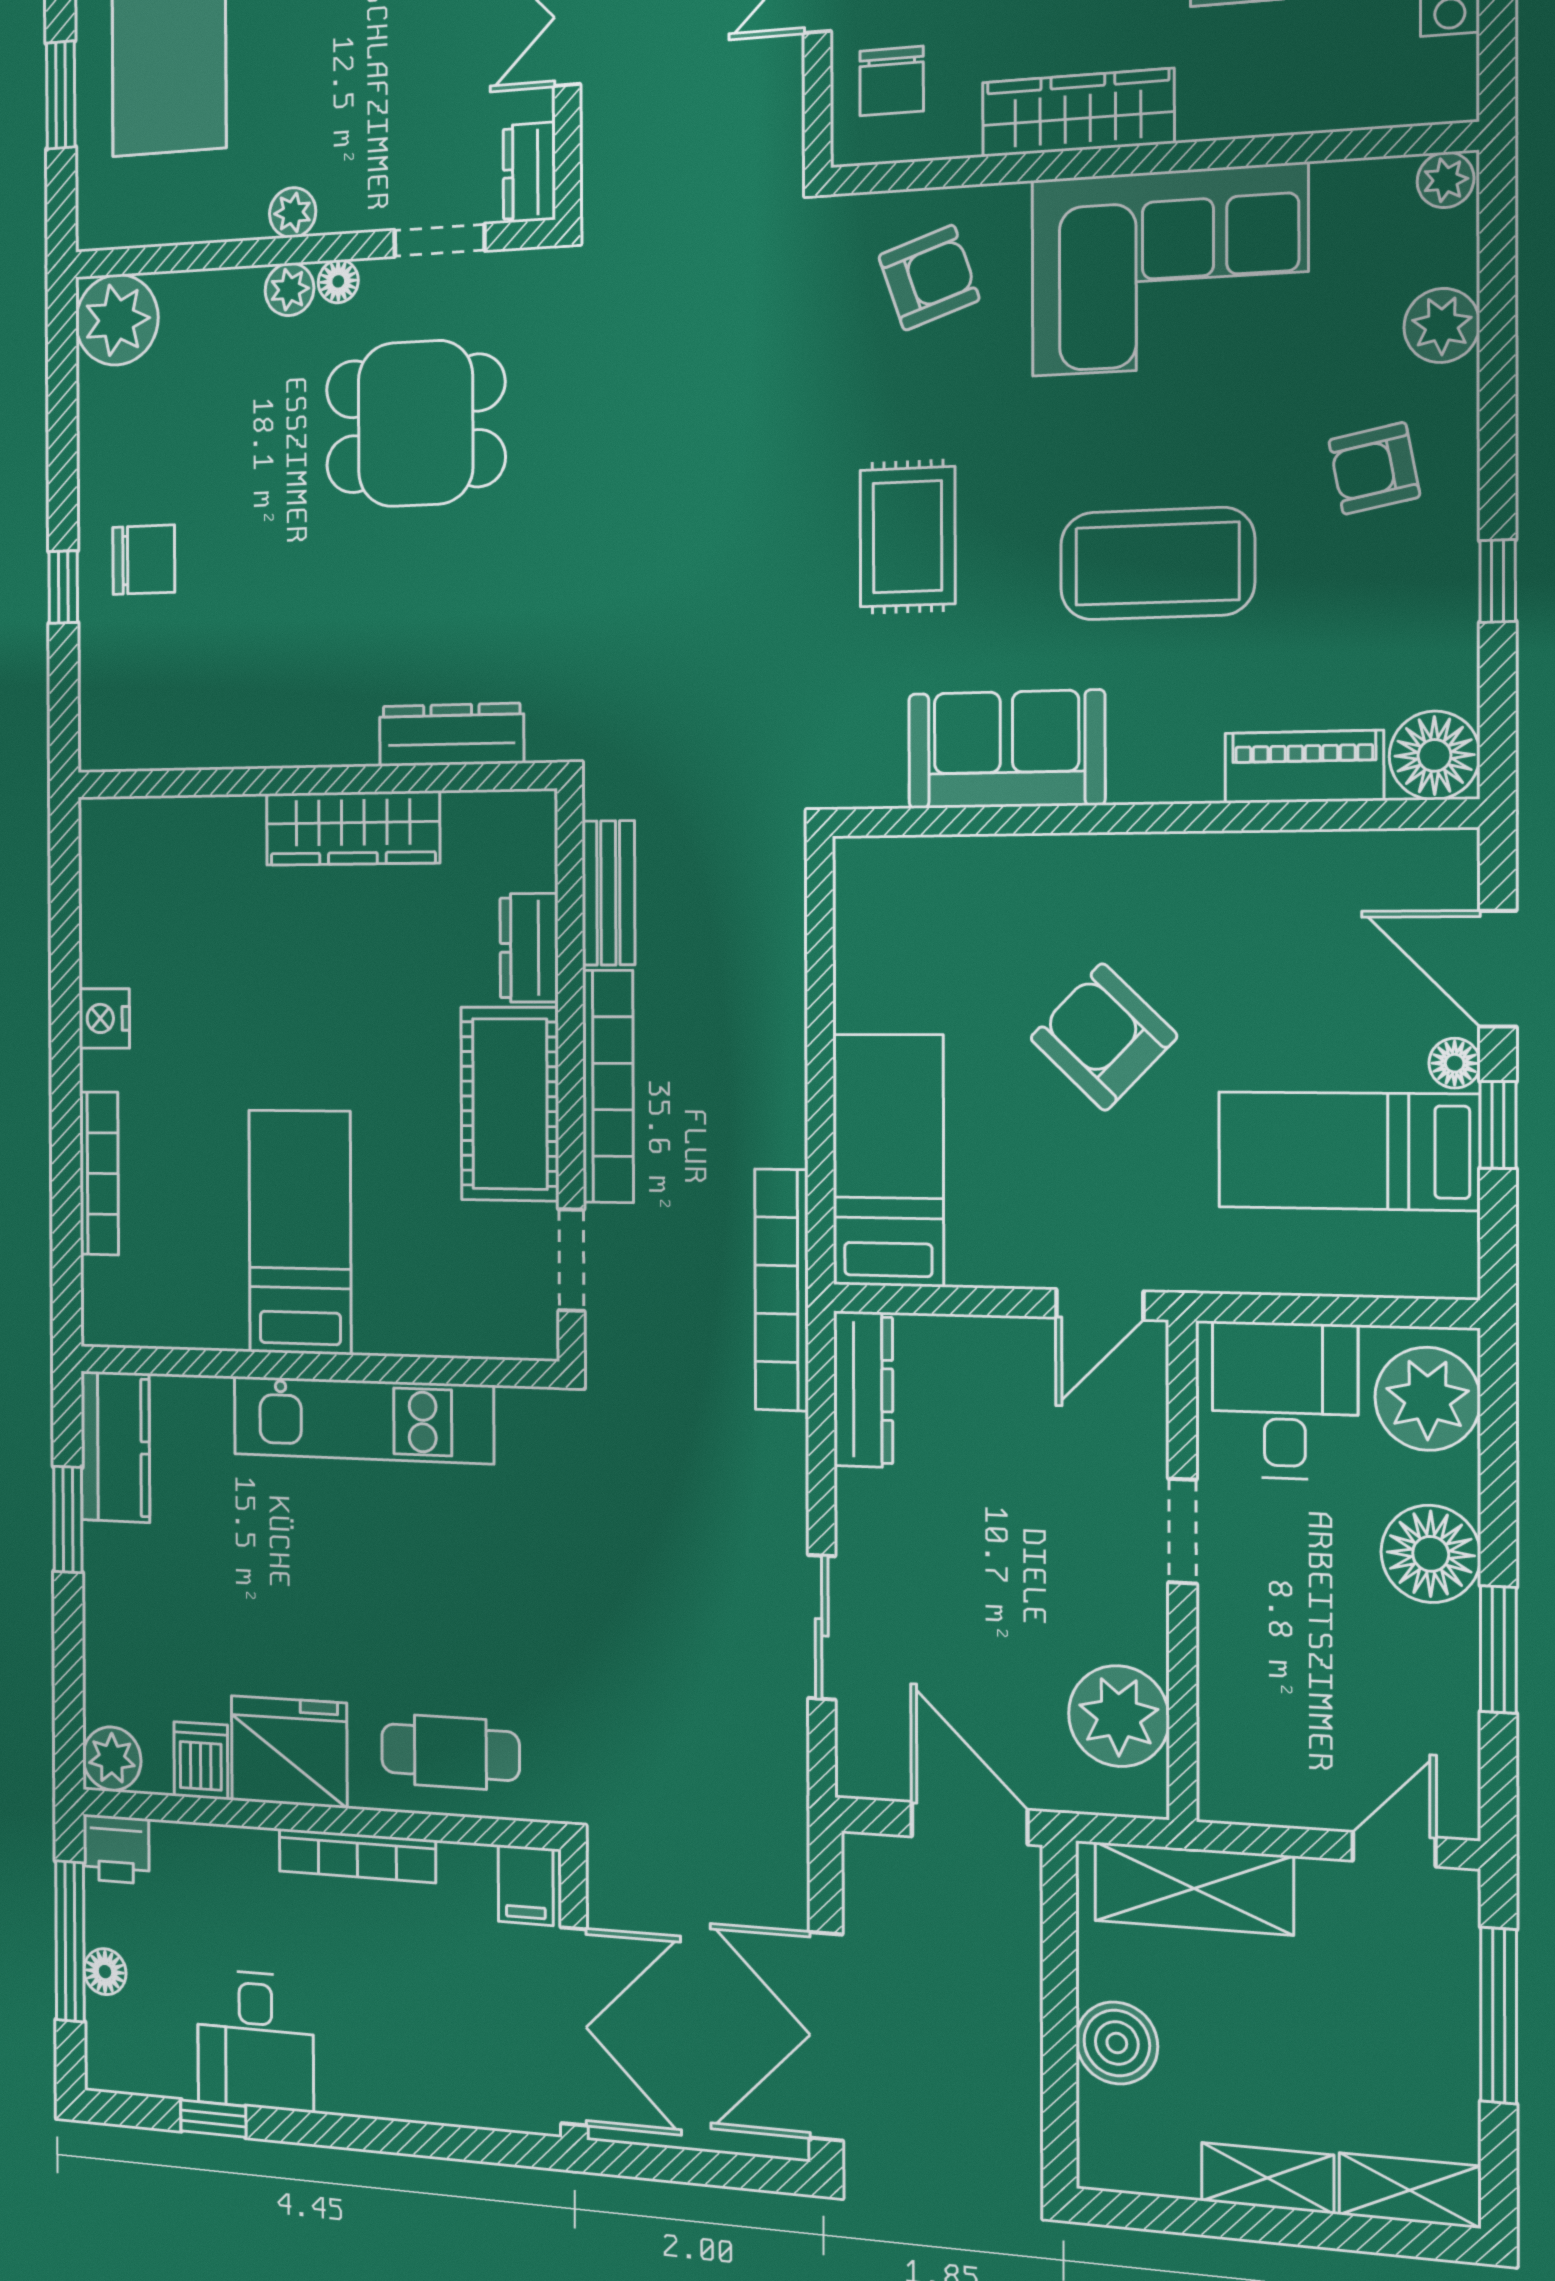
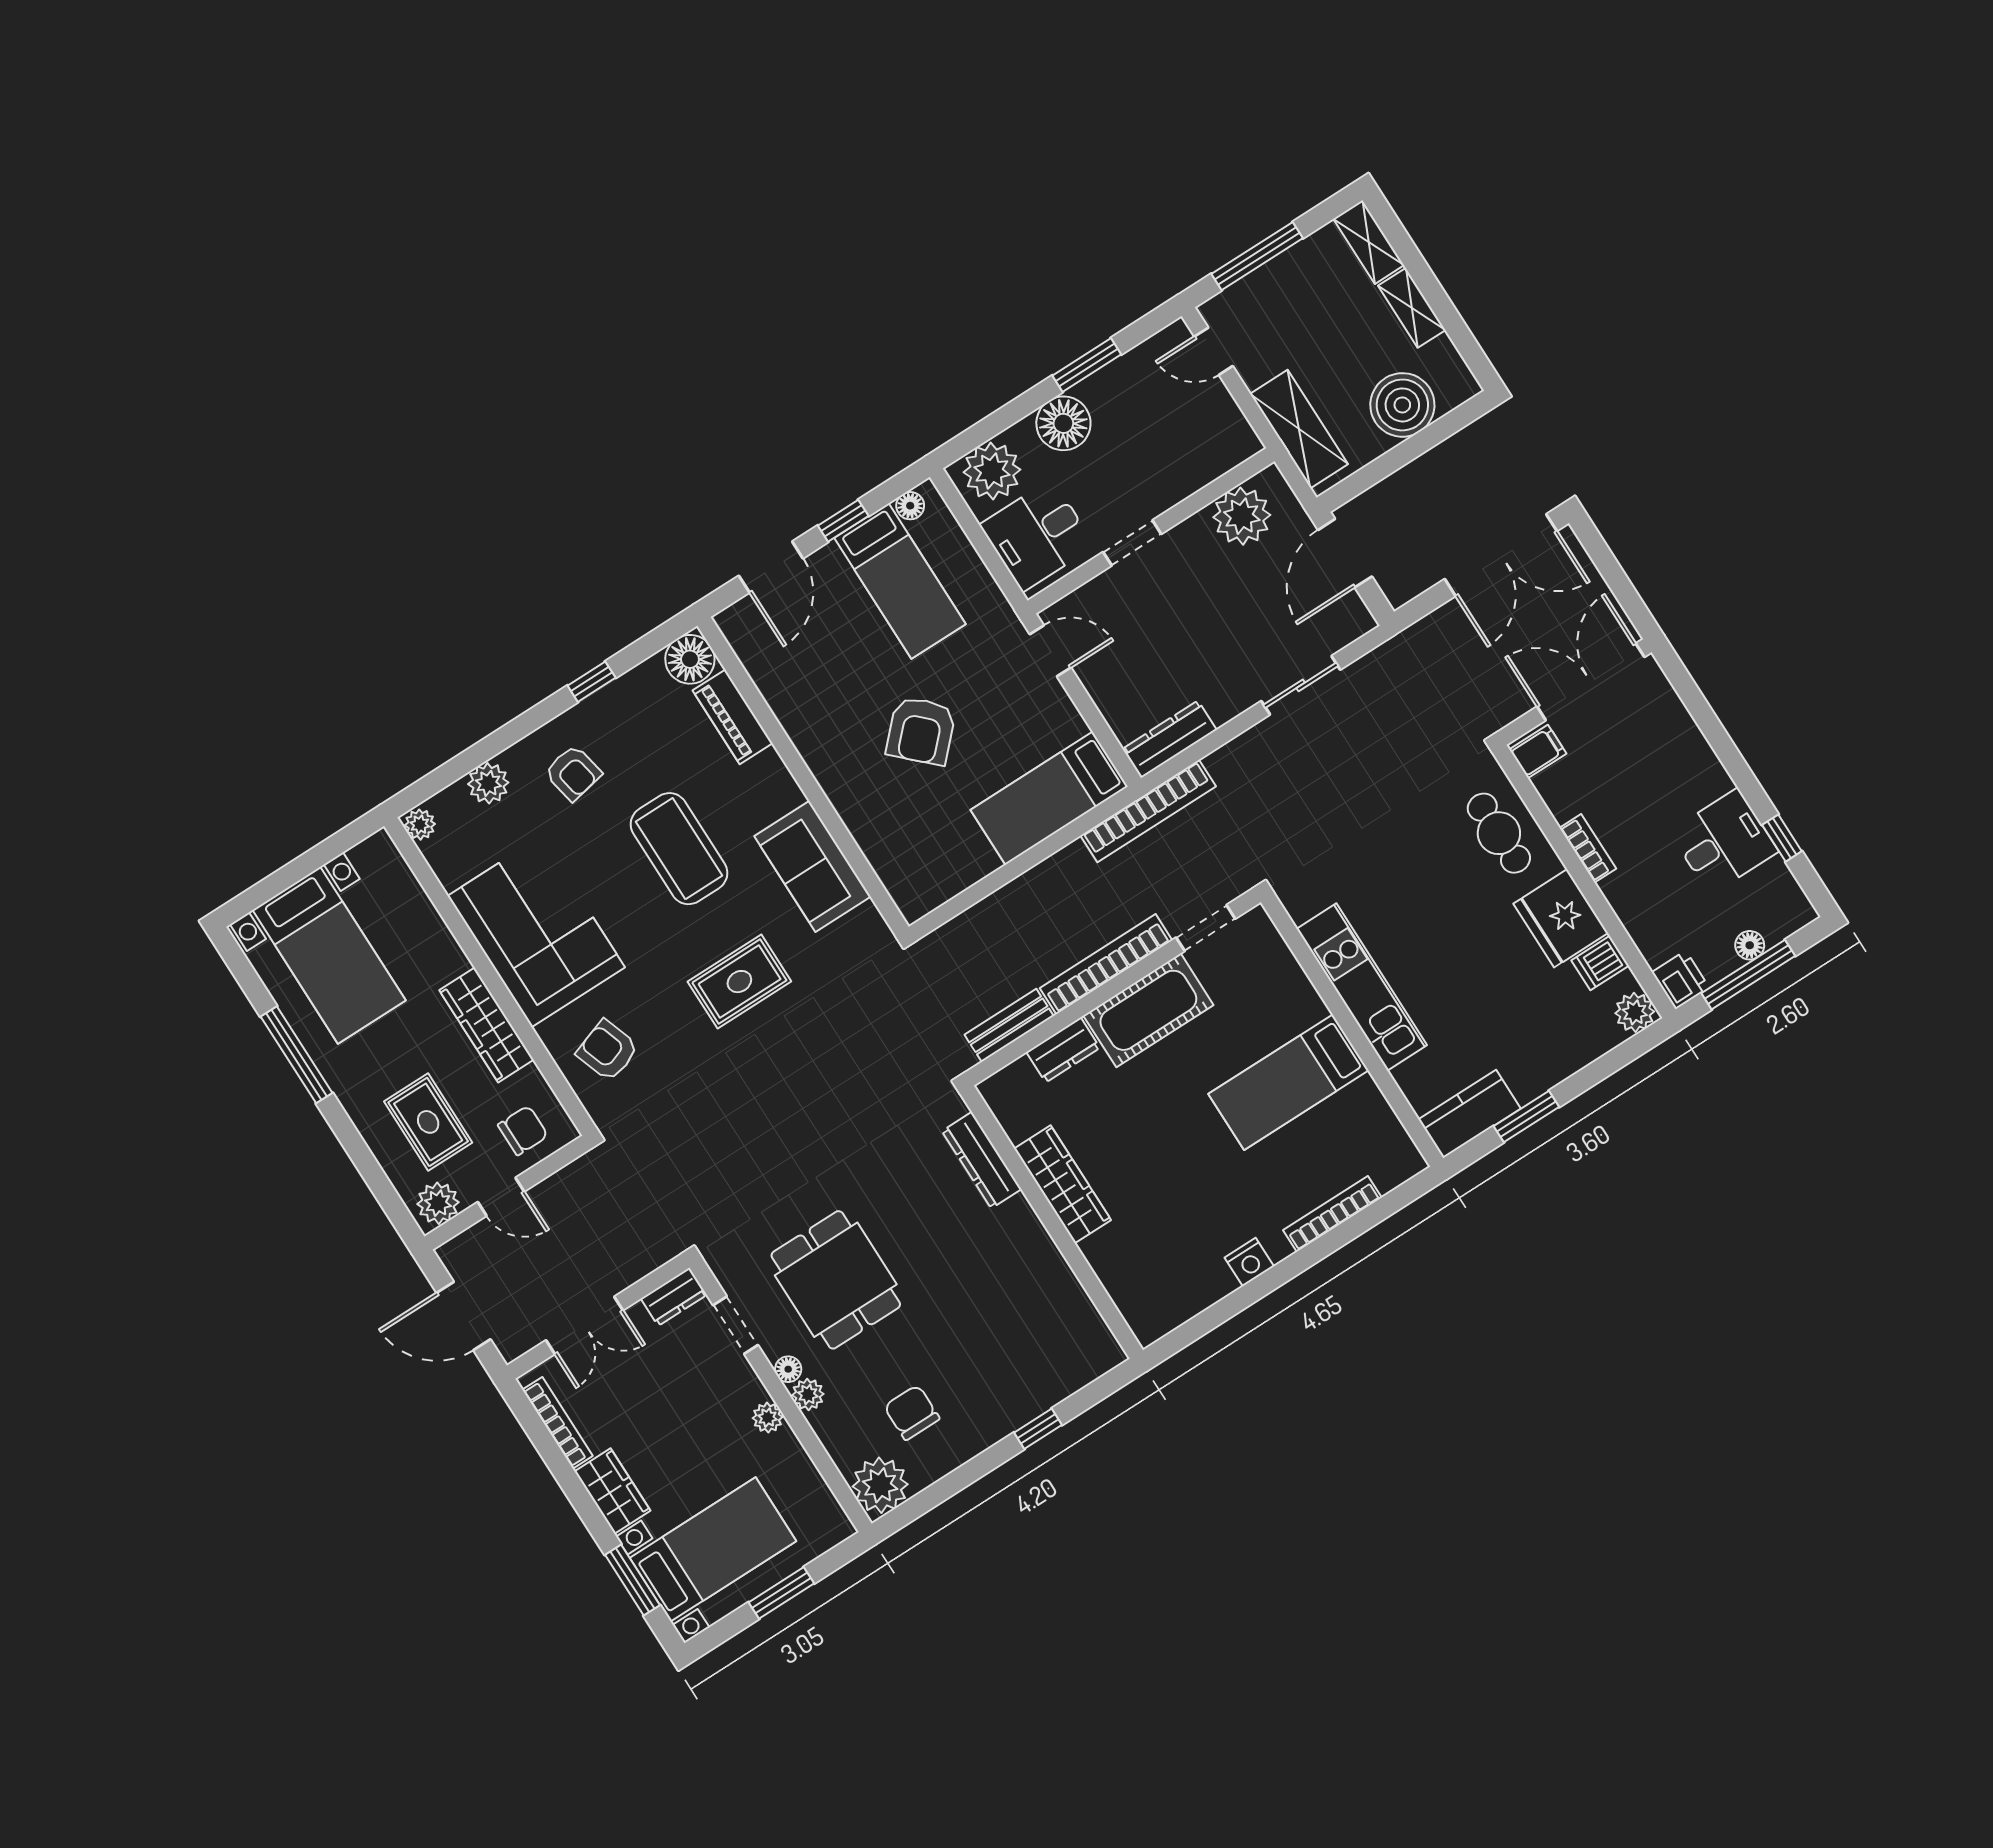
chair: (144, 560) -> (912, 1412), moved
floor lamp: (1455, 1063) -> (910, 506), moved
bookcase: (357, 1856) -> (1588, 848), width x0.64
boiler: (1117, 2043) -> (1402, 405), width x1.37, depth x1.37

